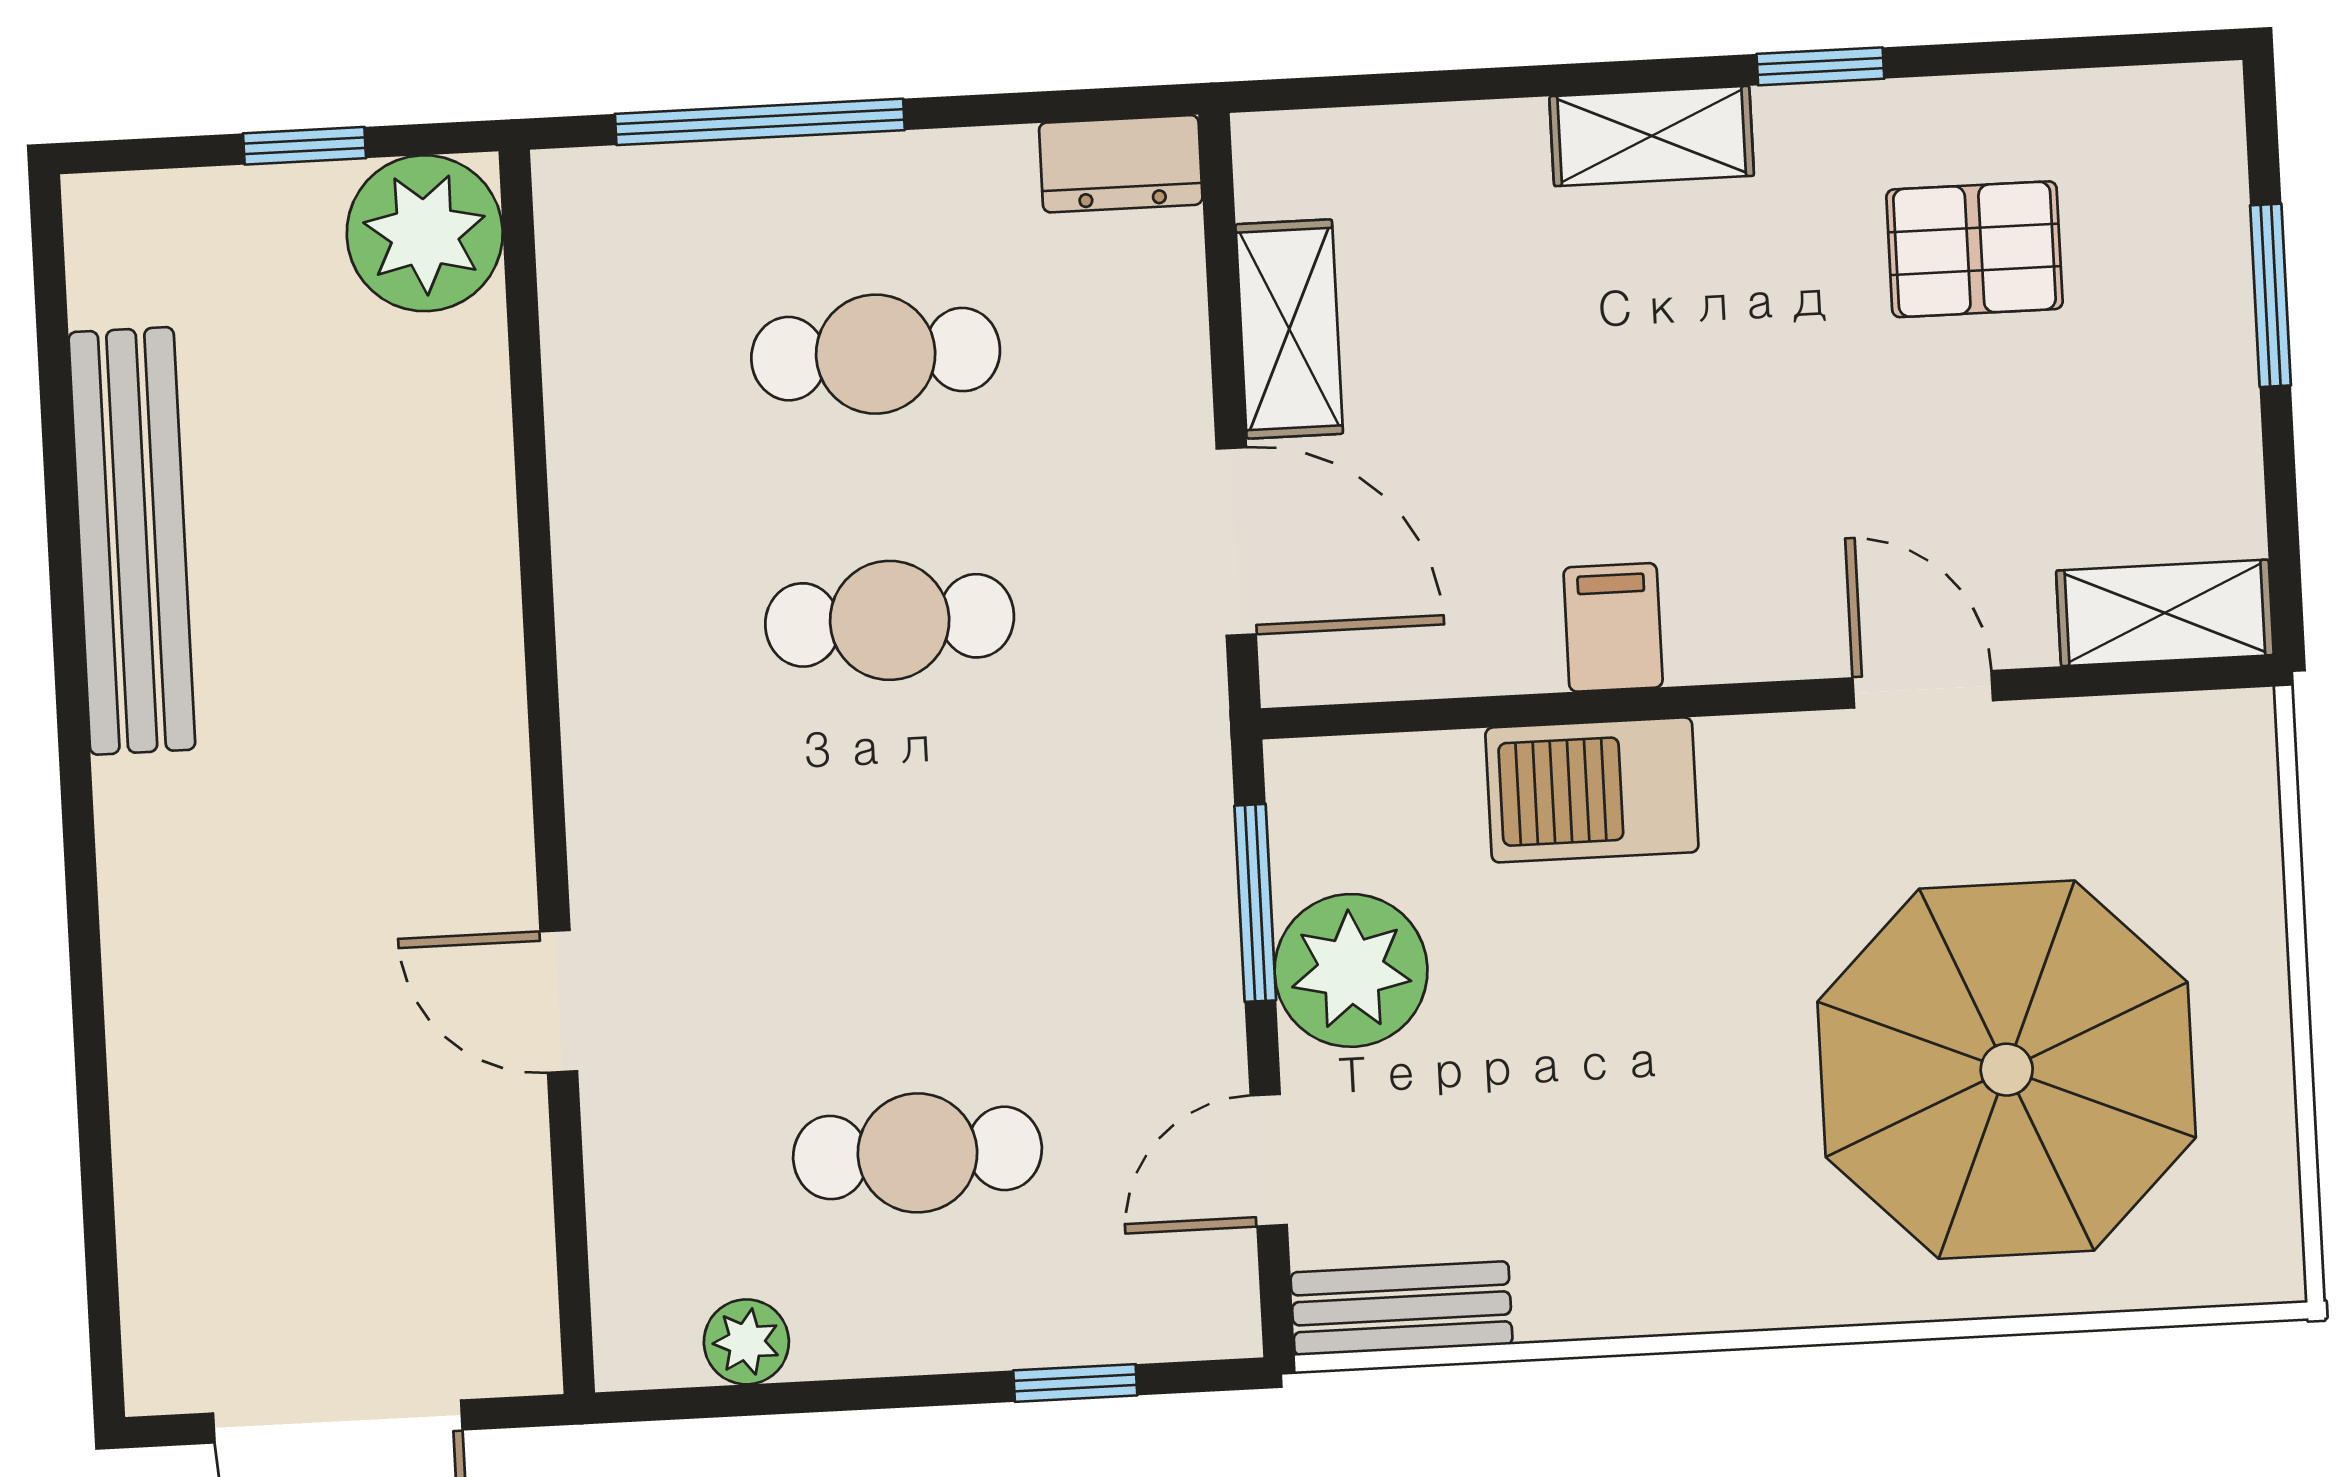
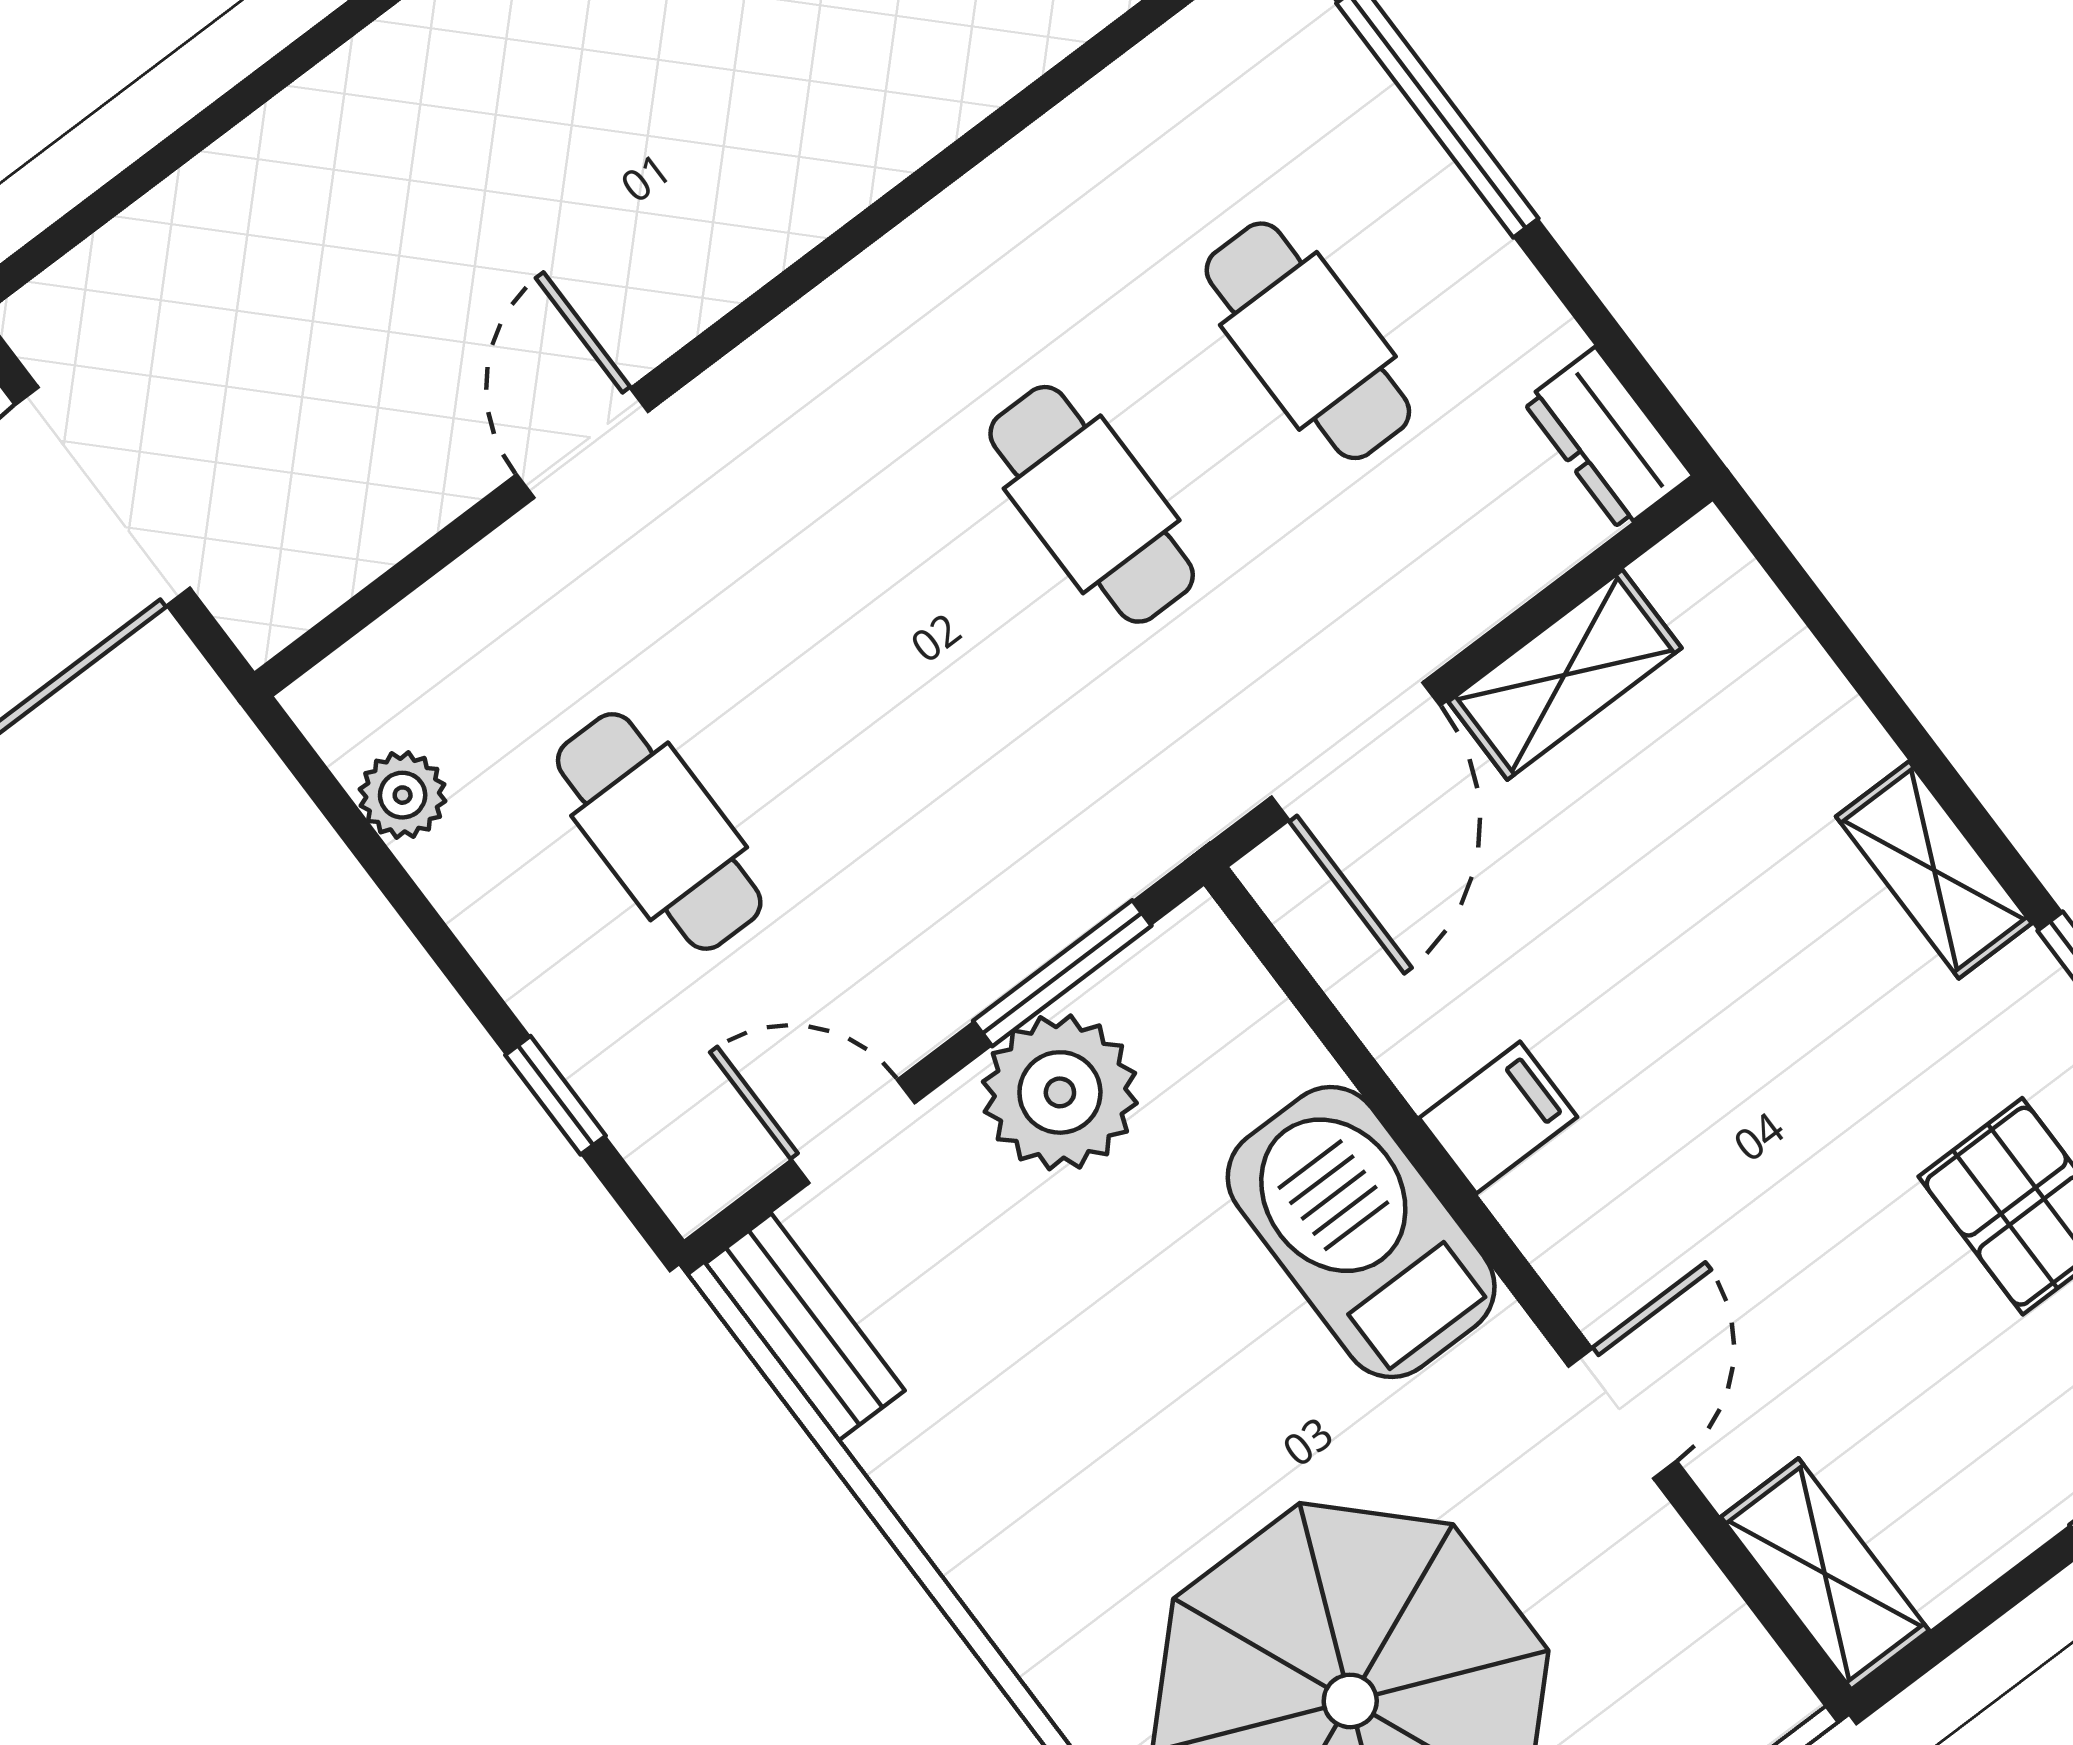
barbecue: (1592, 790) -> (1361, 1232), width x1.37, depth x1.21

